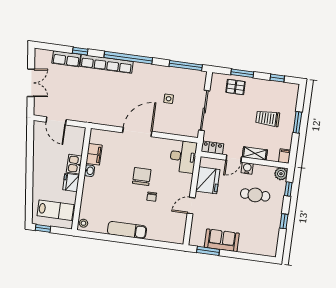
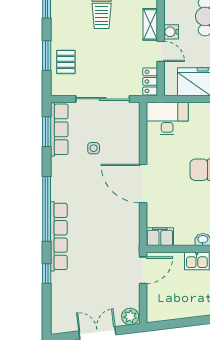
row of seats: (66, 59) -> (59, 129), moved, width x1.48
window: (186, 66) -> (47, 132), width x0.69
plant: (40, 109) -> (130, 316), added
door: (56, 121) -> (143, 270), moved
filing cabinet: (94, 154) -> (160, 237), moved

